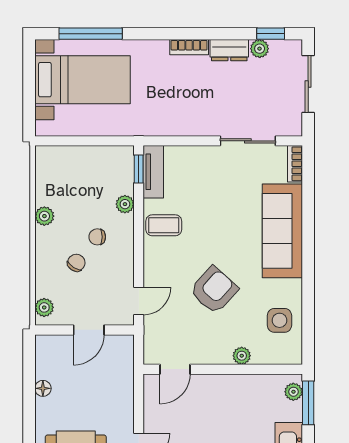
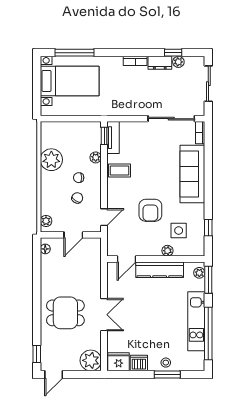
window: (271, 34) -> (173, 53), moved
sliding door: (248, 141) -> (171, 119), width x1.37
plant: (44, 216) -> (51, 160), width x1.88, depth x1.88
chair: (76, 263) -> (77, 198), moved
armchair: (214, 290) -> (150, 210), turned 138
window: (308, 318) -> (208, 228), added
side table: (279, 320) -> (179, 230), moved
kitchen counter: (229, 387) -> (160, 270), added
floor lamp: (43, 388) -> (45, 249), moved

